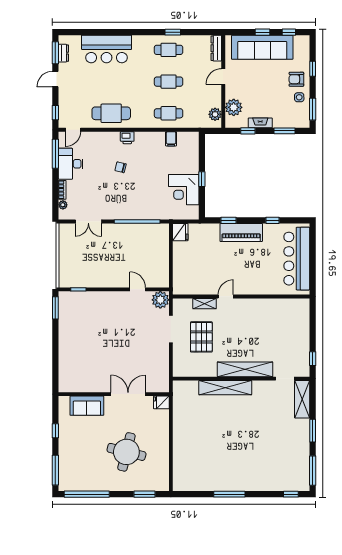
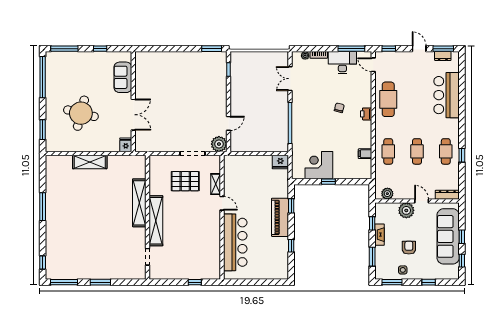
armchair: (296, 79) -> (409, 248), moved
plant: (234, 107) -> (406, 210), moved
bar counter: (297, 259) -> (235, 242), moved, turned 90
window: (313, 359) -> (195, 282), moved
shelving: (302, 399) -> (90, 162), moved

